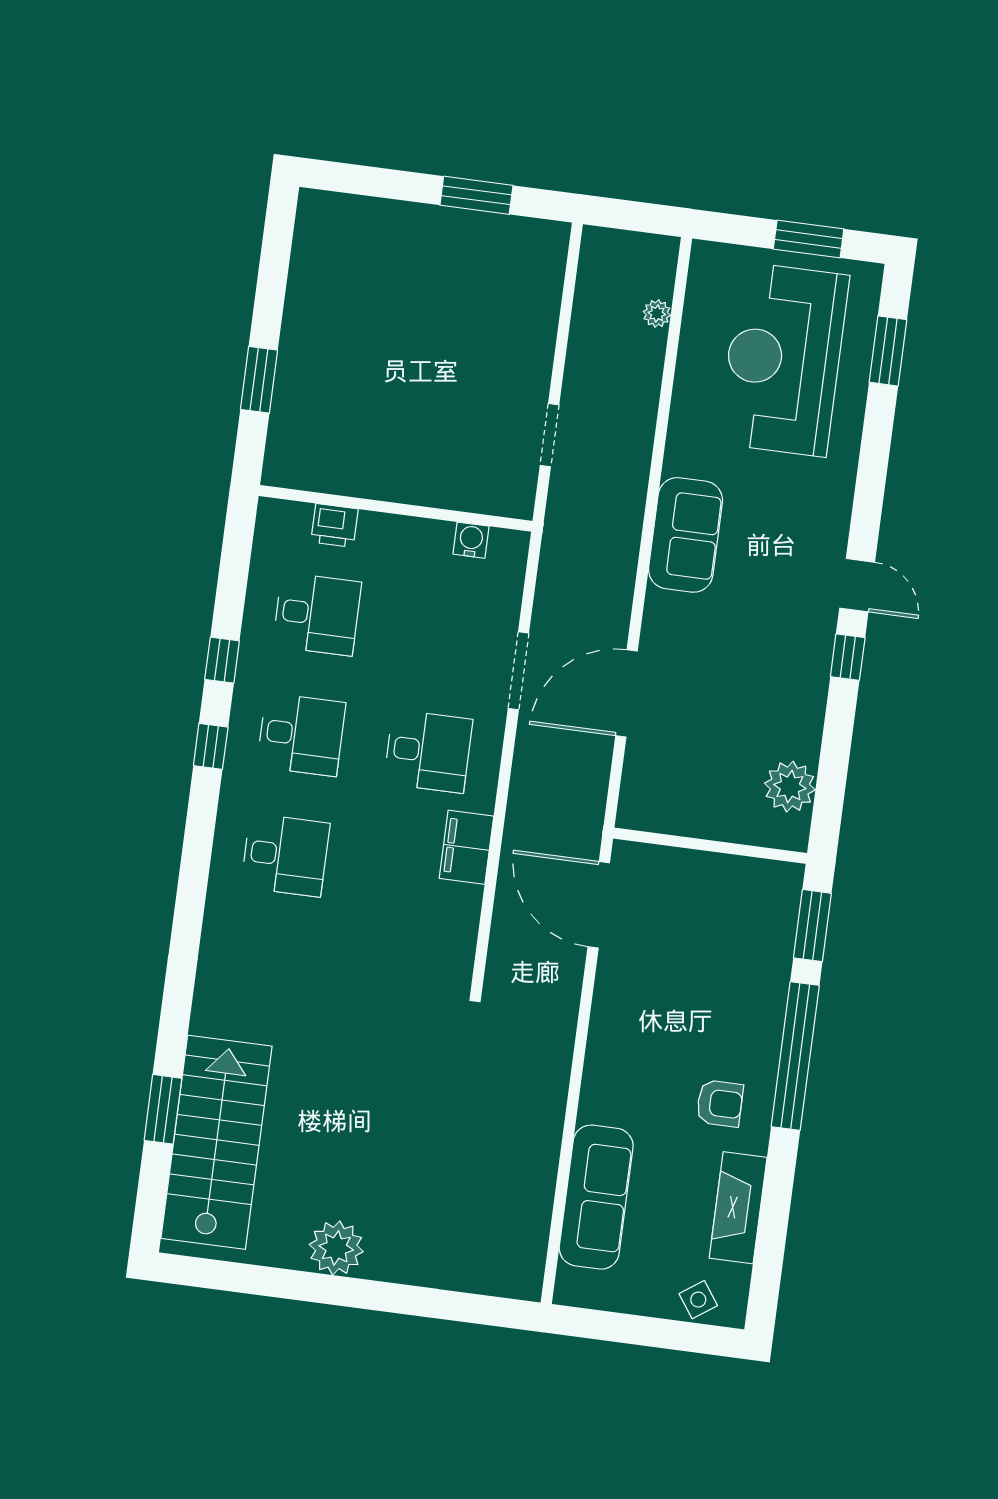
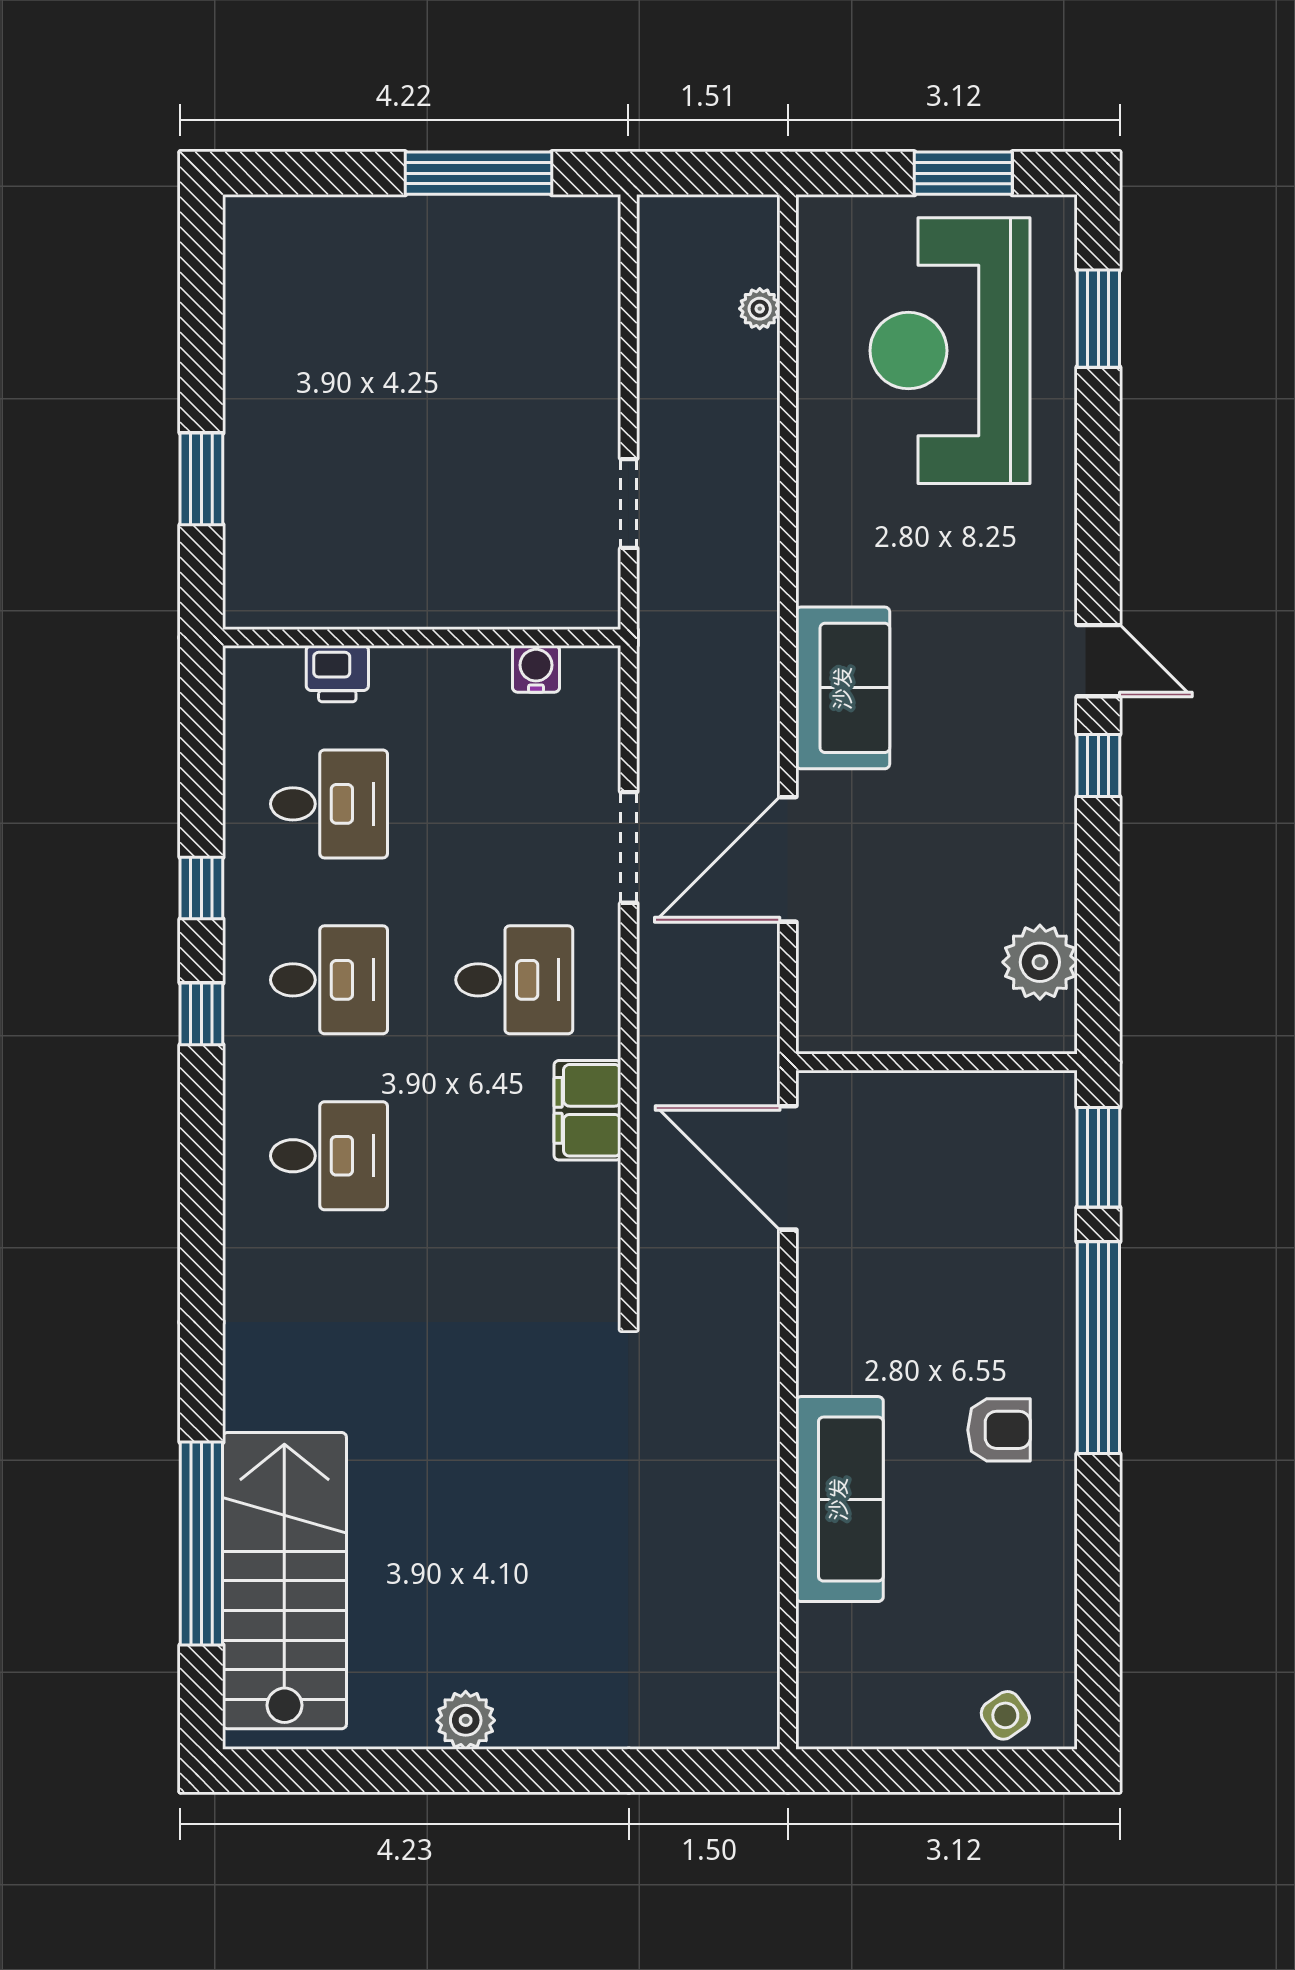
window: (476, 195) -> (479, 173), width x1.44
sofa: (686, 535) -> (843, 688), moved
window: (163, 1109) -> (201, 1544), width x2.11
sofa: (596, 1197) -> (839, 1499), moved
fireplace: (738, 1208) -> (1045, 1576), removed
plant: (336, 1248) -> (466, 1720), width x0.73, depth x0.73

